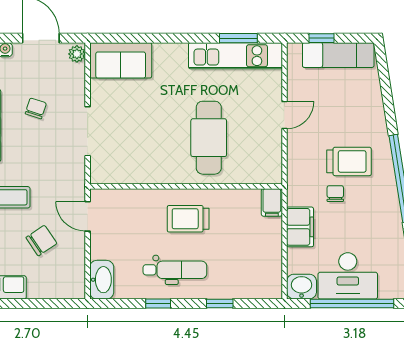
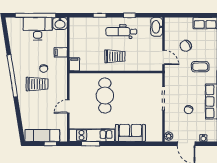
sofa: (121, 60) -> (130, 133), moved
trolley: (349, 161) -> (37, 84), turned 180
filing cabinet: (300, 227) -> (61, 52), width x0.50

